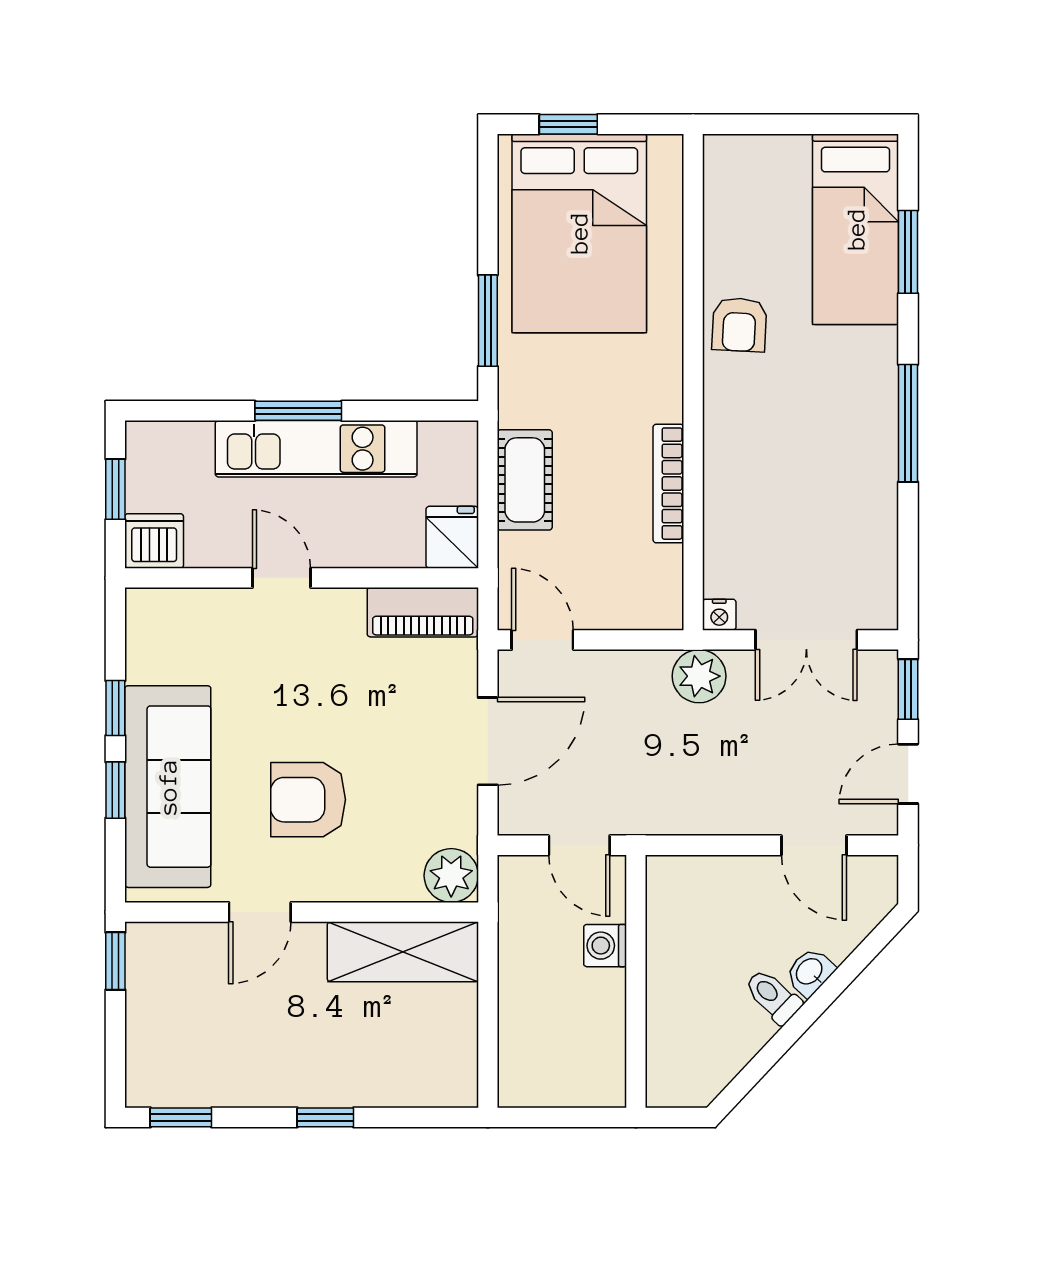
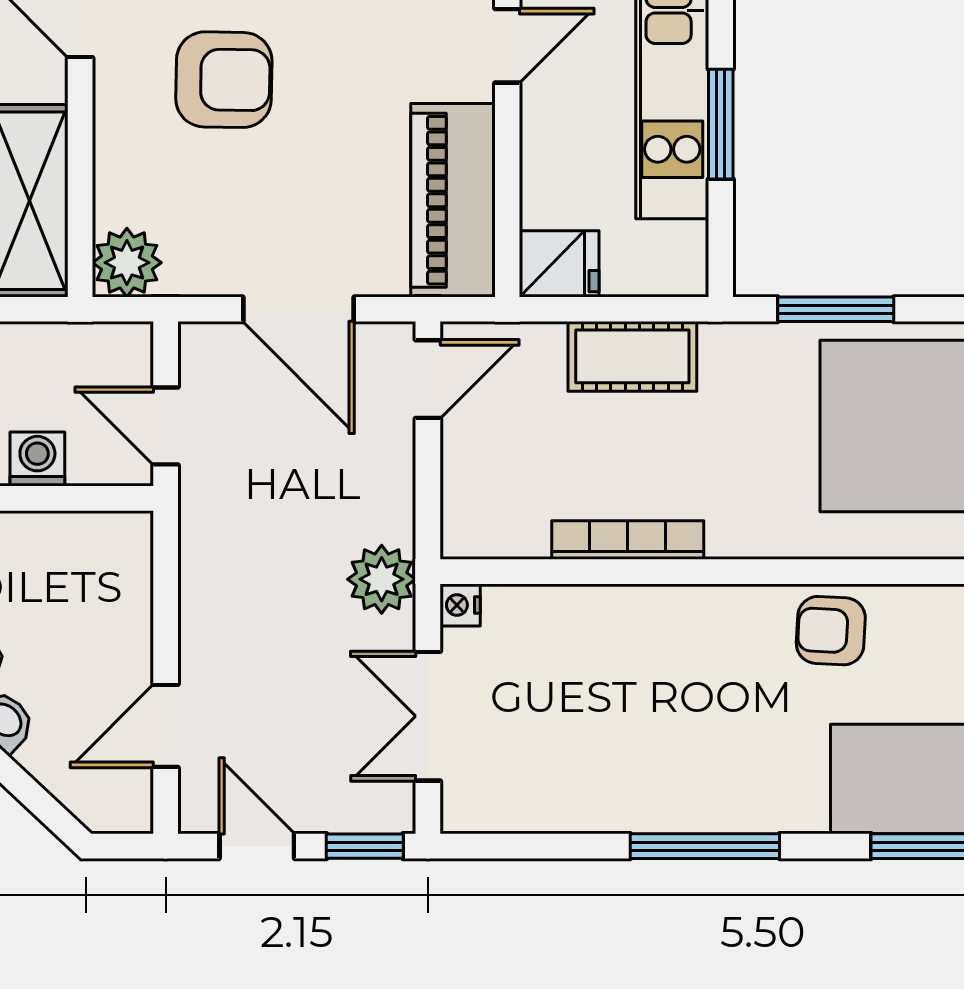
window: (298, 411) -> (721, 124), moved
piano: (423, 612) -> (453, 200), width x1.37, depth x1.33
armchair: (308, 800) -> (224, 80), turned 91
door: (579, 845) -> (166, 426), hinge flipped

